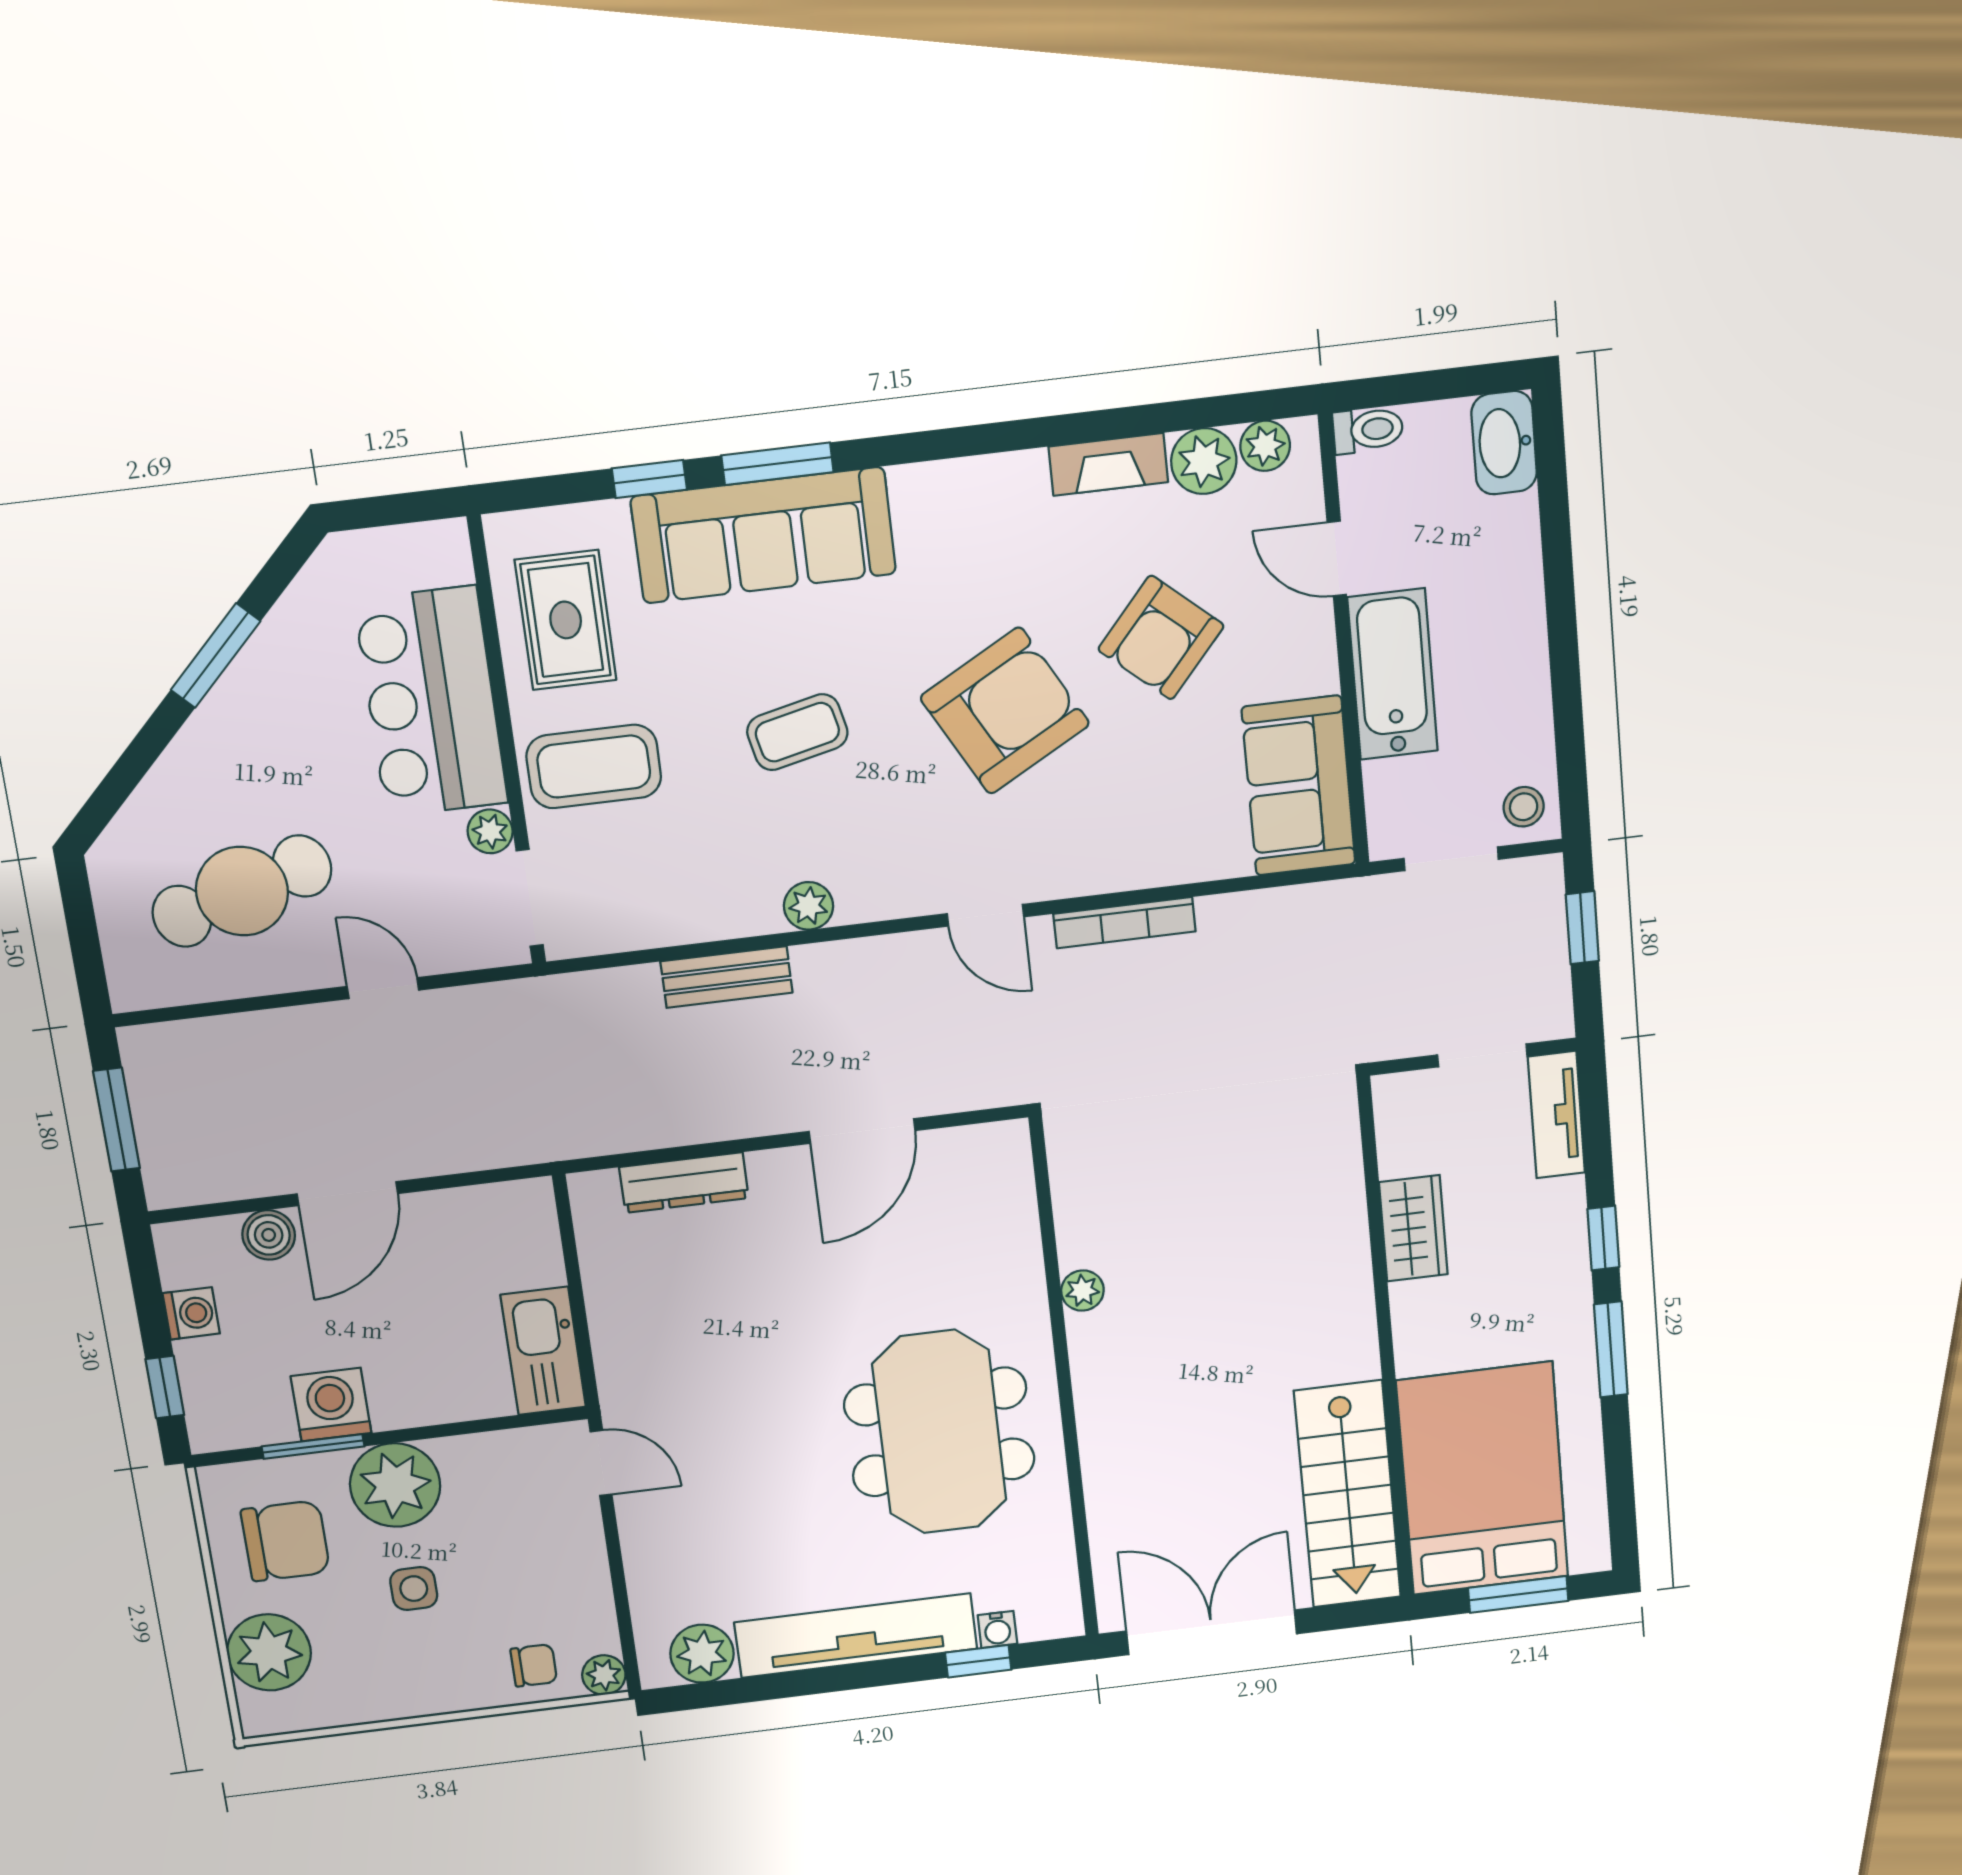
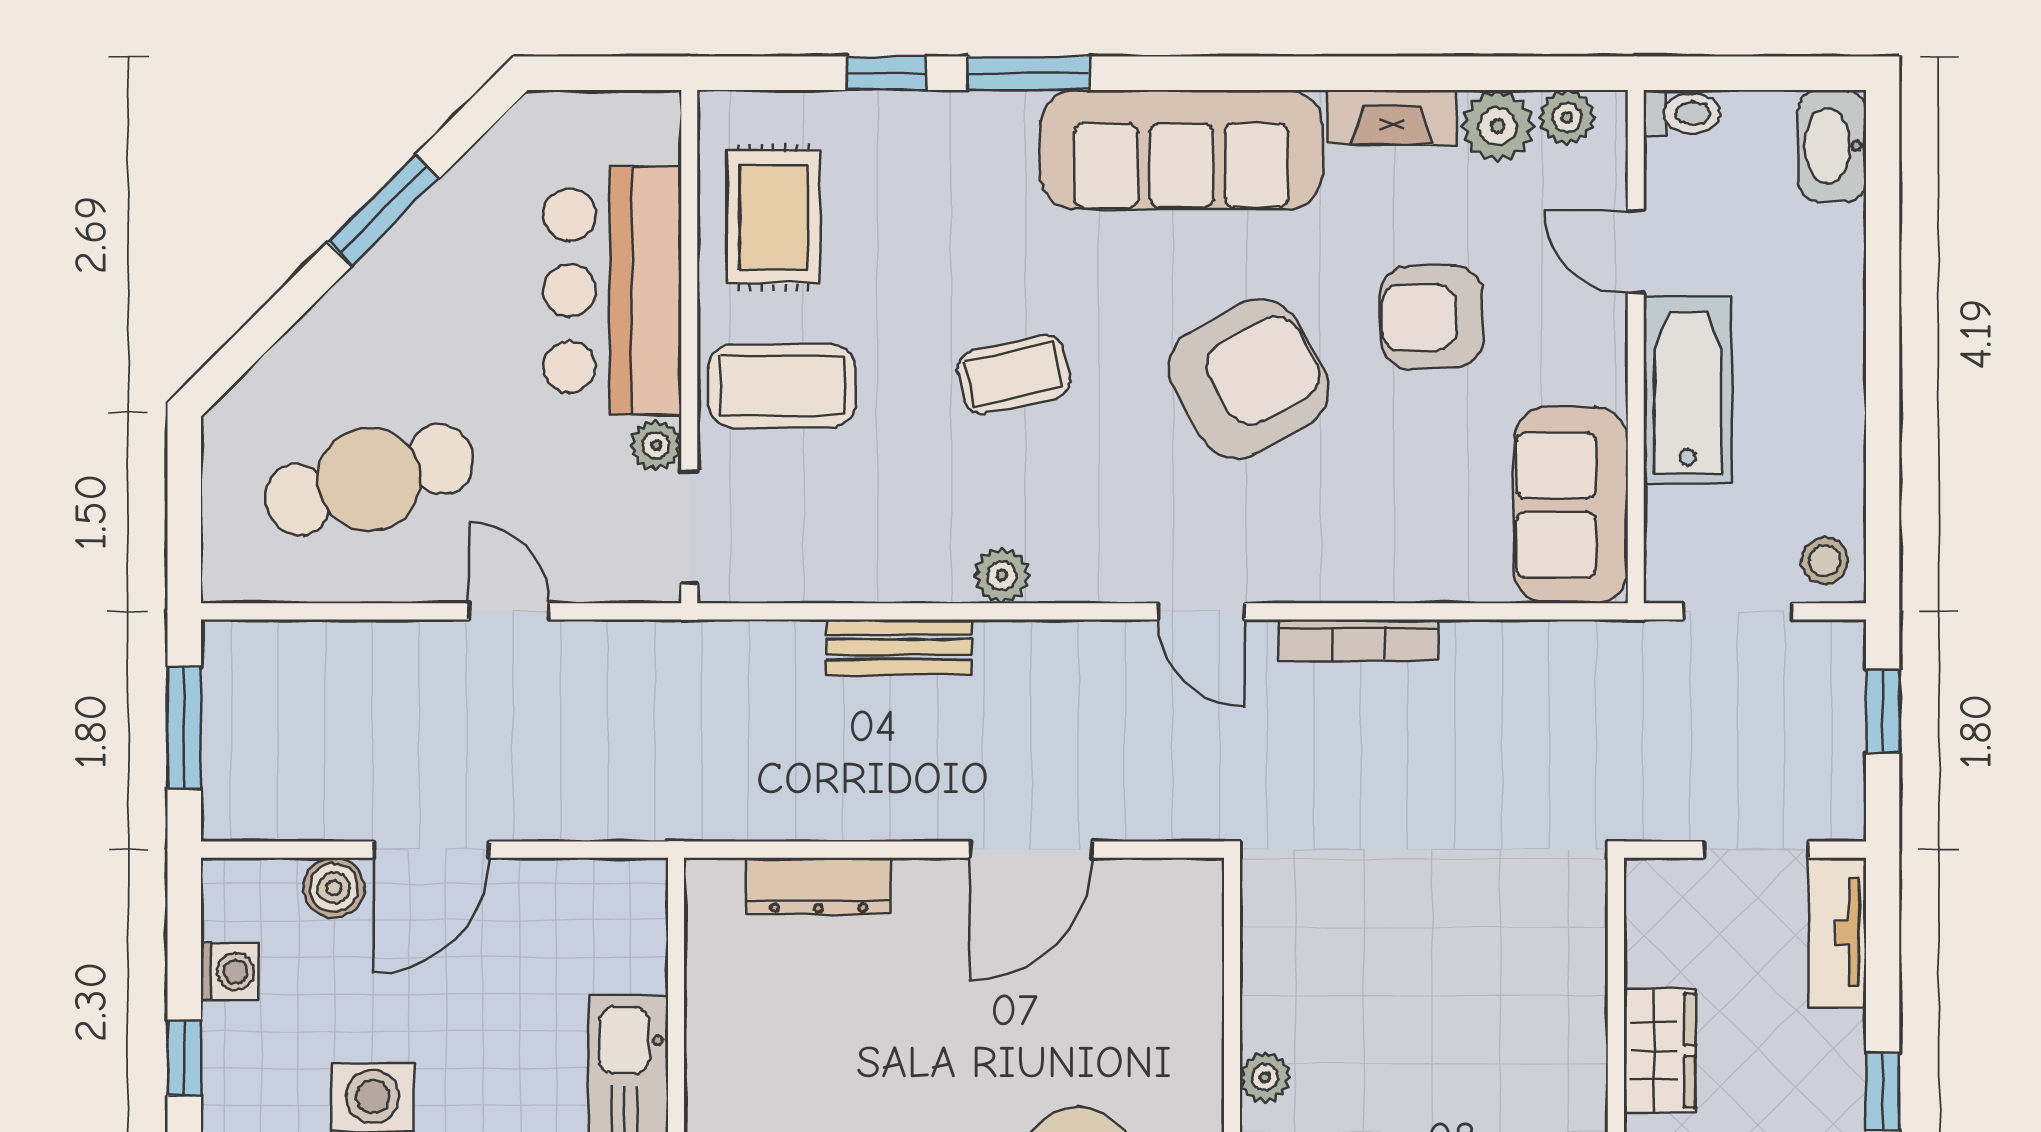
sofa: (763, 535) -> (1181, 150), moved
armchair: (1161, 638) -> (1431, 317), turned 48

